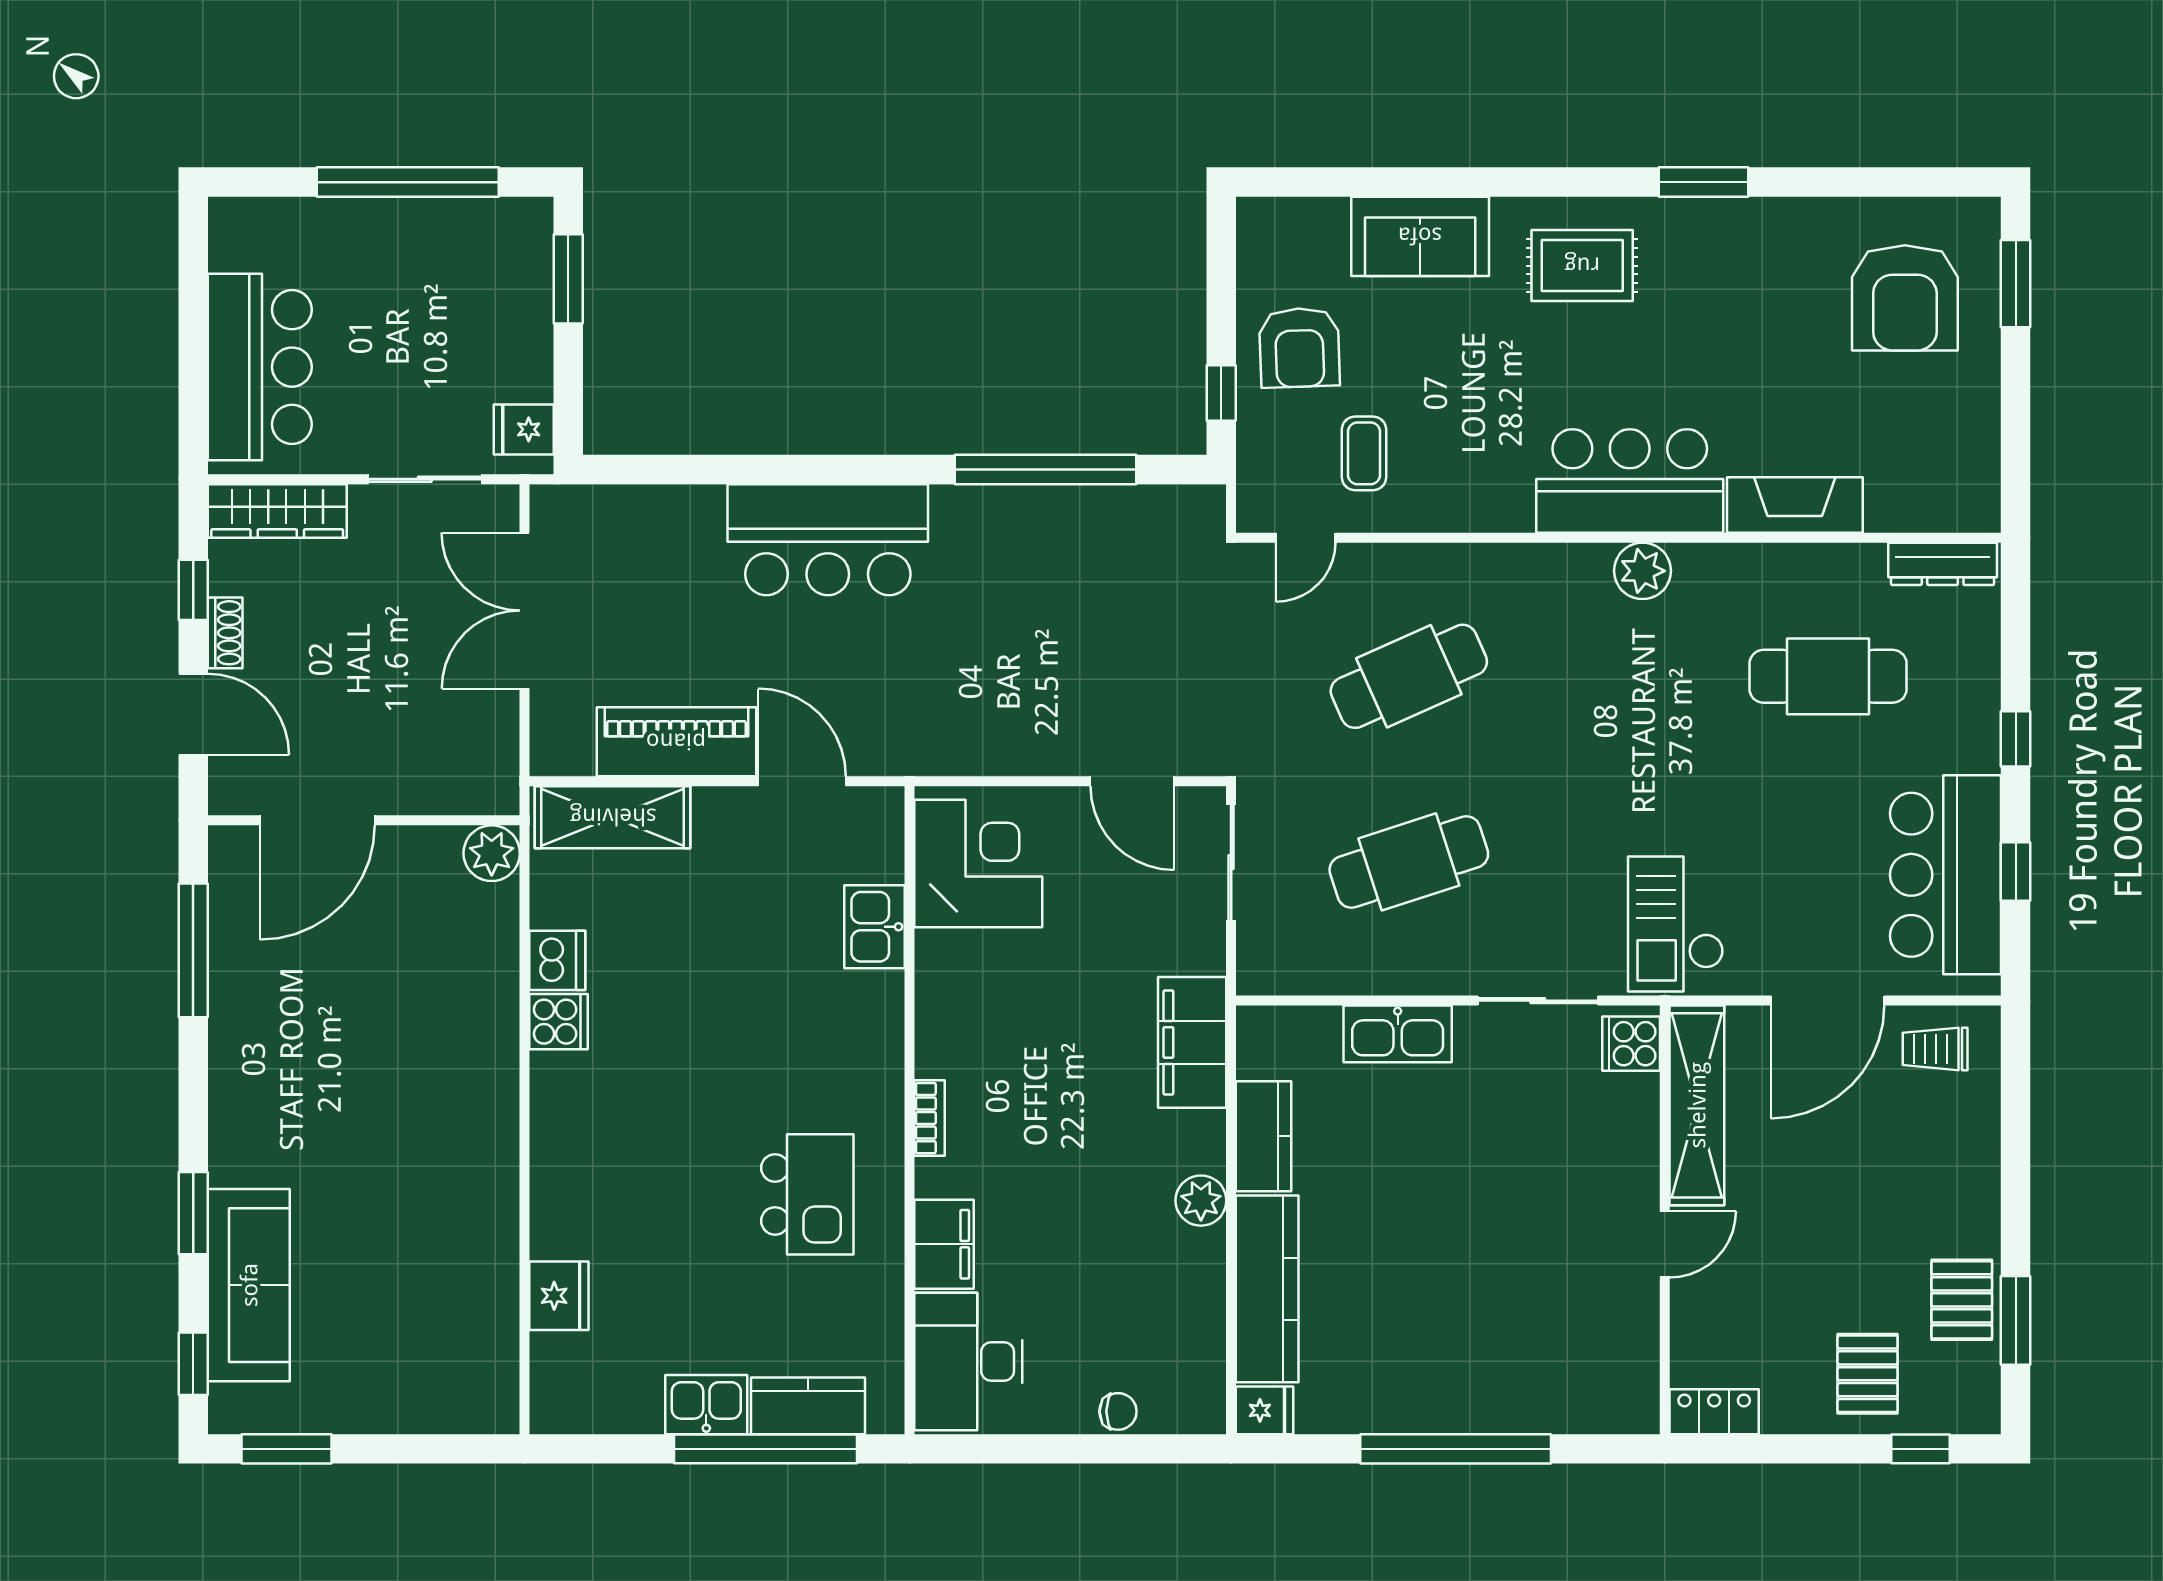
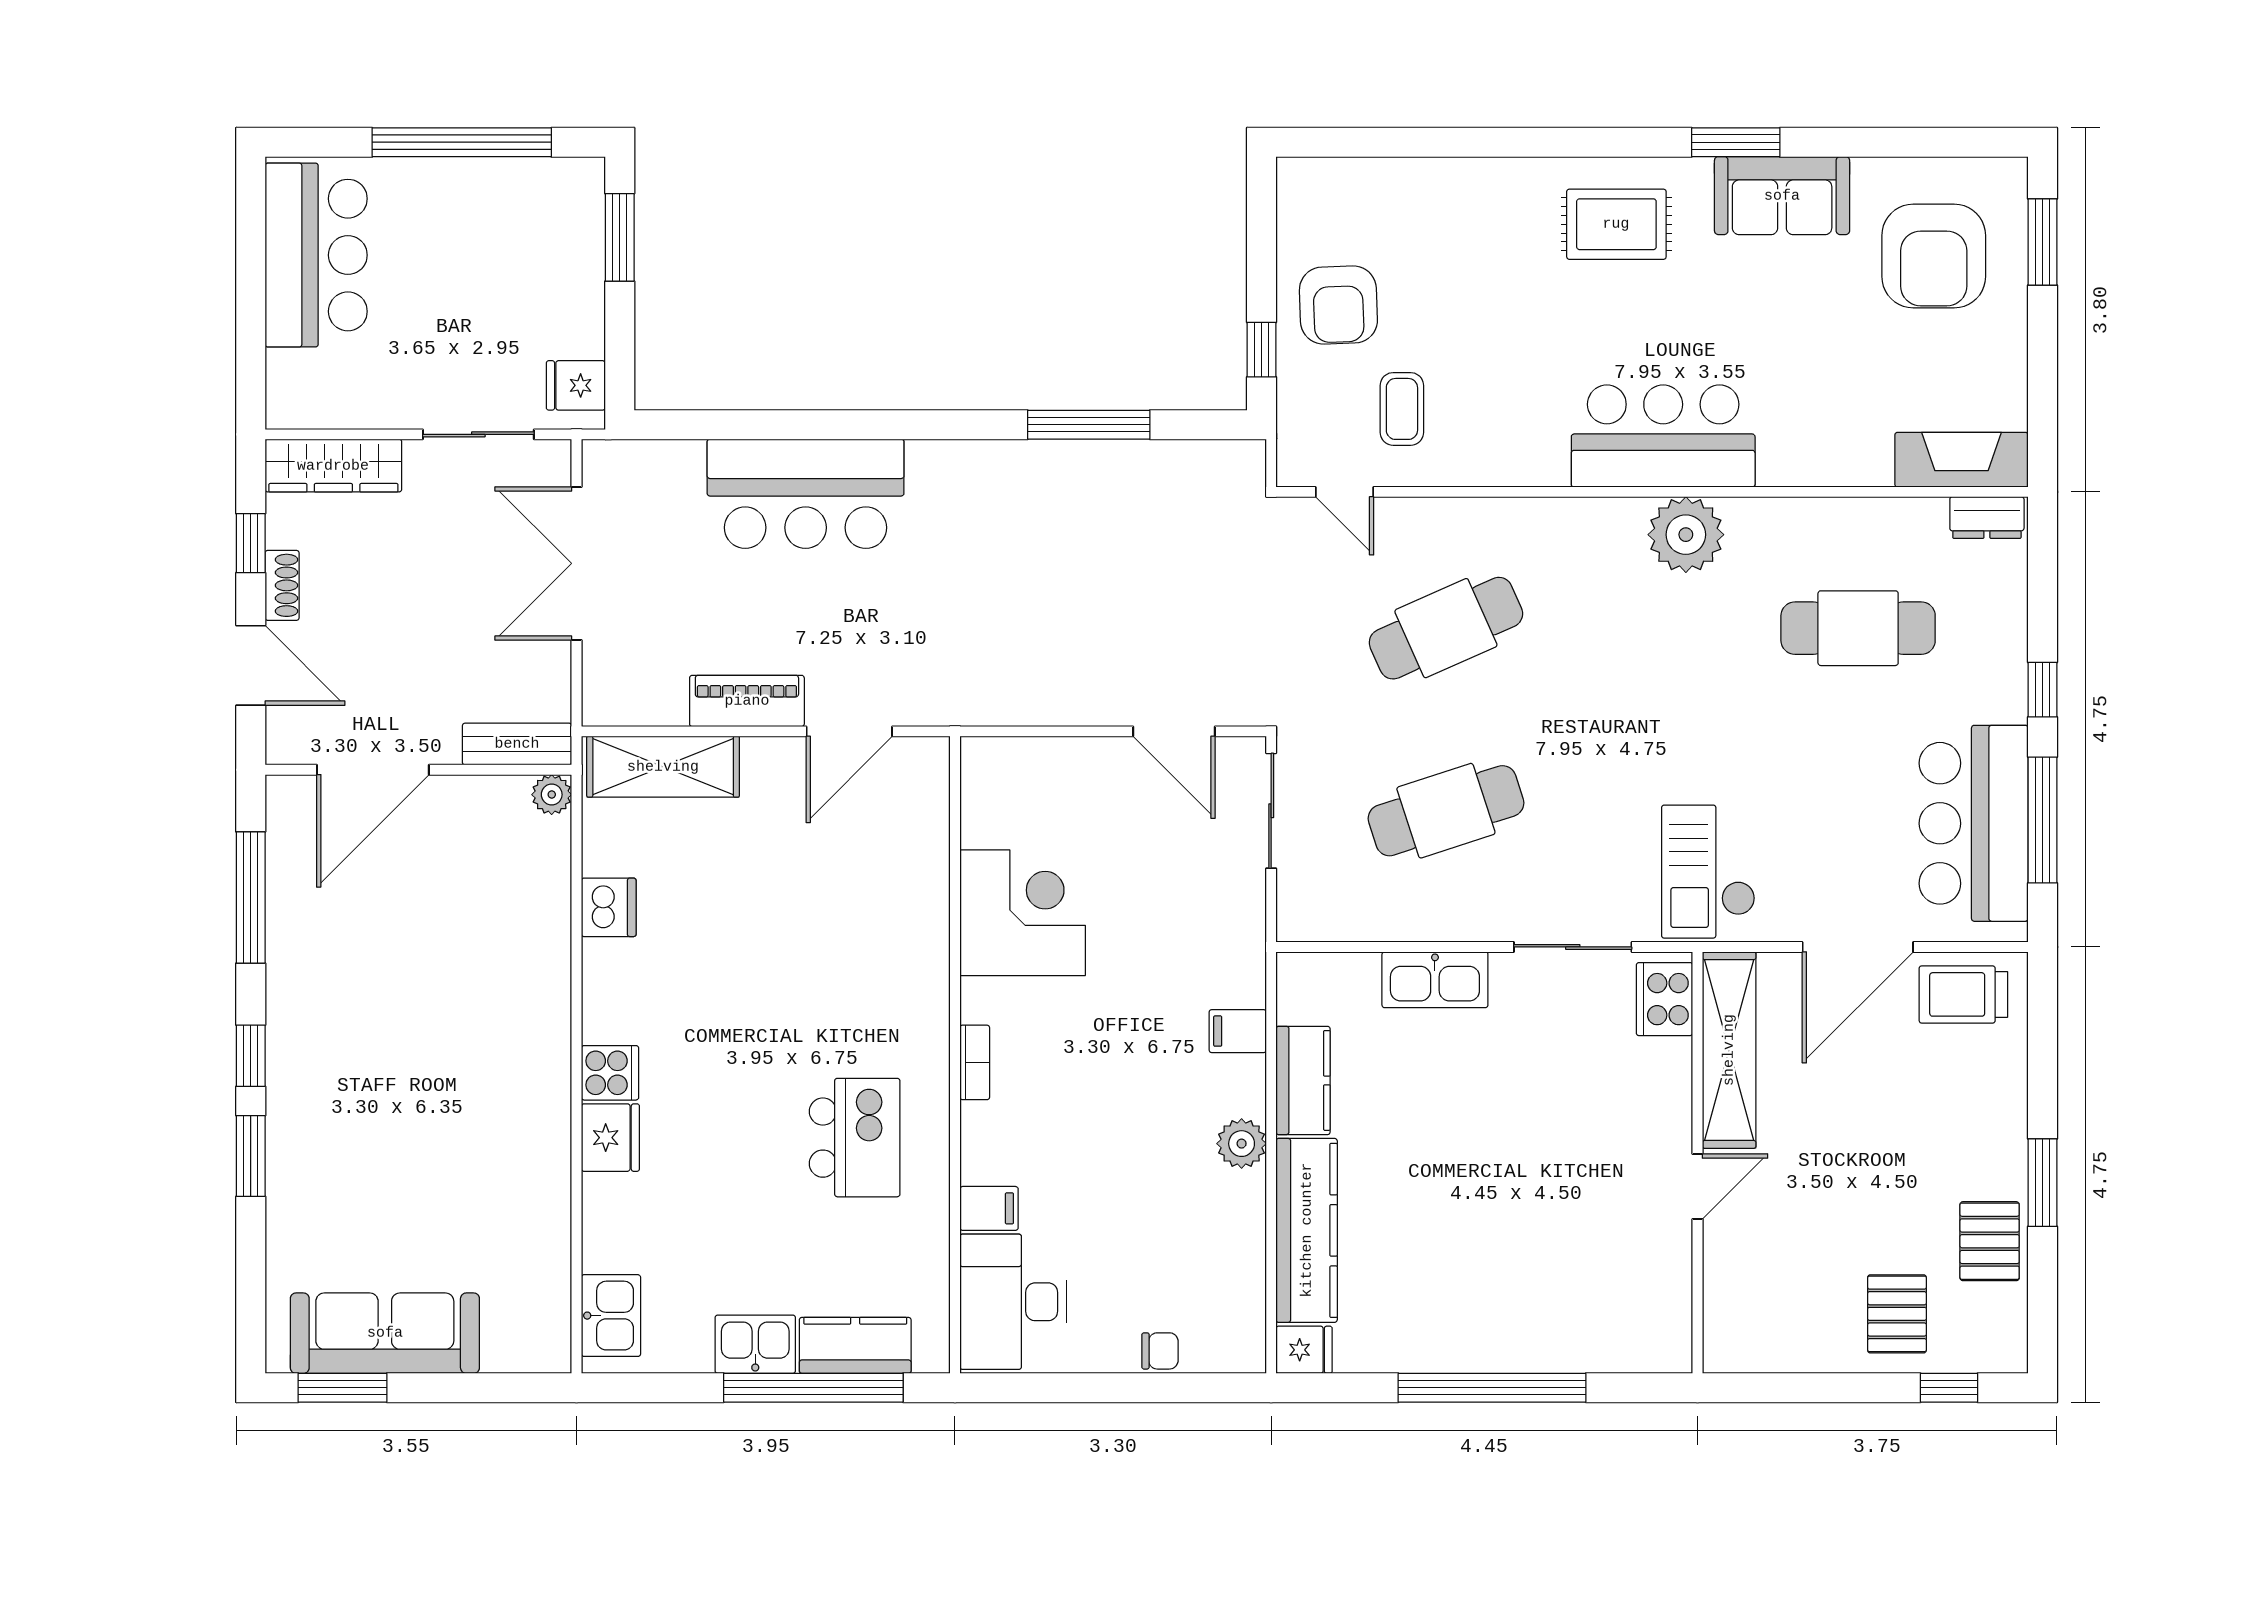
sofa: (1420, 236) -> (1782, 196), moved
bar counter: (260, 367) -> (316, 255), moved
window: (1045, 469) -> (1089, 425), width x0.68
fireplace: (1795, 505) -> (1961, 460), moved
door: (1306, 538) -> (1345, 492), hinge flipped
bar counter: (828, 540) -> (806, 494), moved
dresser: (1943, 564) -> (1987, 518), width x0.70
plant: (1642, 571) -> (1686, 535), width x1.36, depth x1.36
piano: (676, 742) -> (747, 701), width x0.73, depth x0.75
door: (802, 781) -> (849, 731), swing flipped
bench: (464, 794) -> (517, 744), added
plant: (492, 853) -> (552, 795), width x0.73, depth x0.73
corner desk: (978, 863) -> (1023, 913), moved
window: (2016, 871) -> (2042, 820), width x2.17
kitchen sink: (874, 927) -> (611, 1316), moved, turned 180
cooker: (559, 1022) -> (610, 1073), moved
filing cabinet: (1192, 1042) -> (1238, 1031), width x0.33, depth x0.86
cooker: (1631, 1044) -> (1665, 999), width x1.36
trolley: (1935, 1049) -> (1963, 994), width x1.36, depth x1.39
filing cabinet: (944, 1244) -> (989, 1208), width x0.50
sofa: (249, 1285) -> (385, 1333), moved, turned -90
fridge: (559, 1296) -> (610, 1138), moved
window: (2016, 1320) -> (2042, 1183), moved
window: (193, 1364) -> (251, 1056), moved
locker: (1714, 1412) -> (1746, 1351), removed

